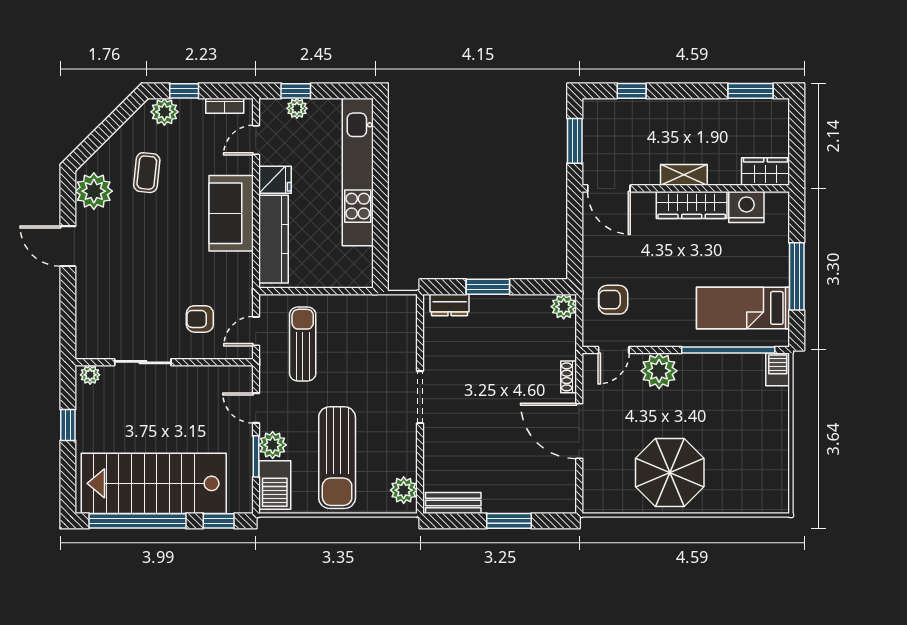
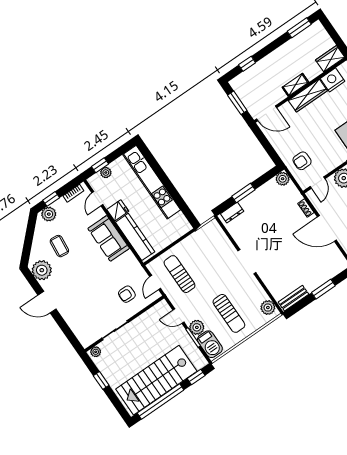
sun lounger: (337, 458) -> (229, 313), width x0.73, depth x0.75

